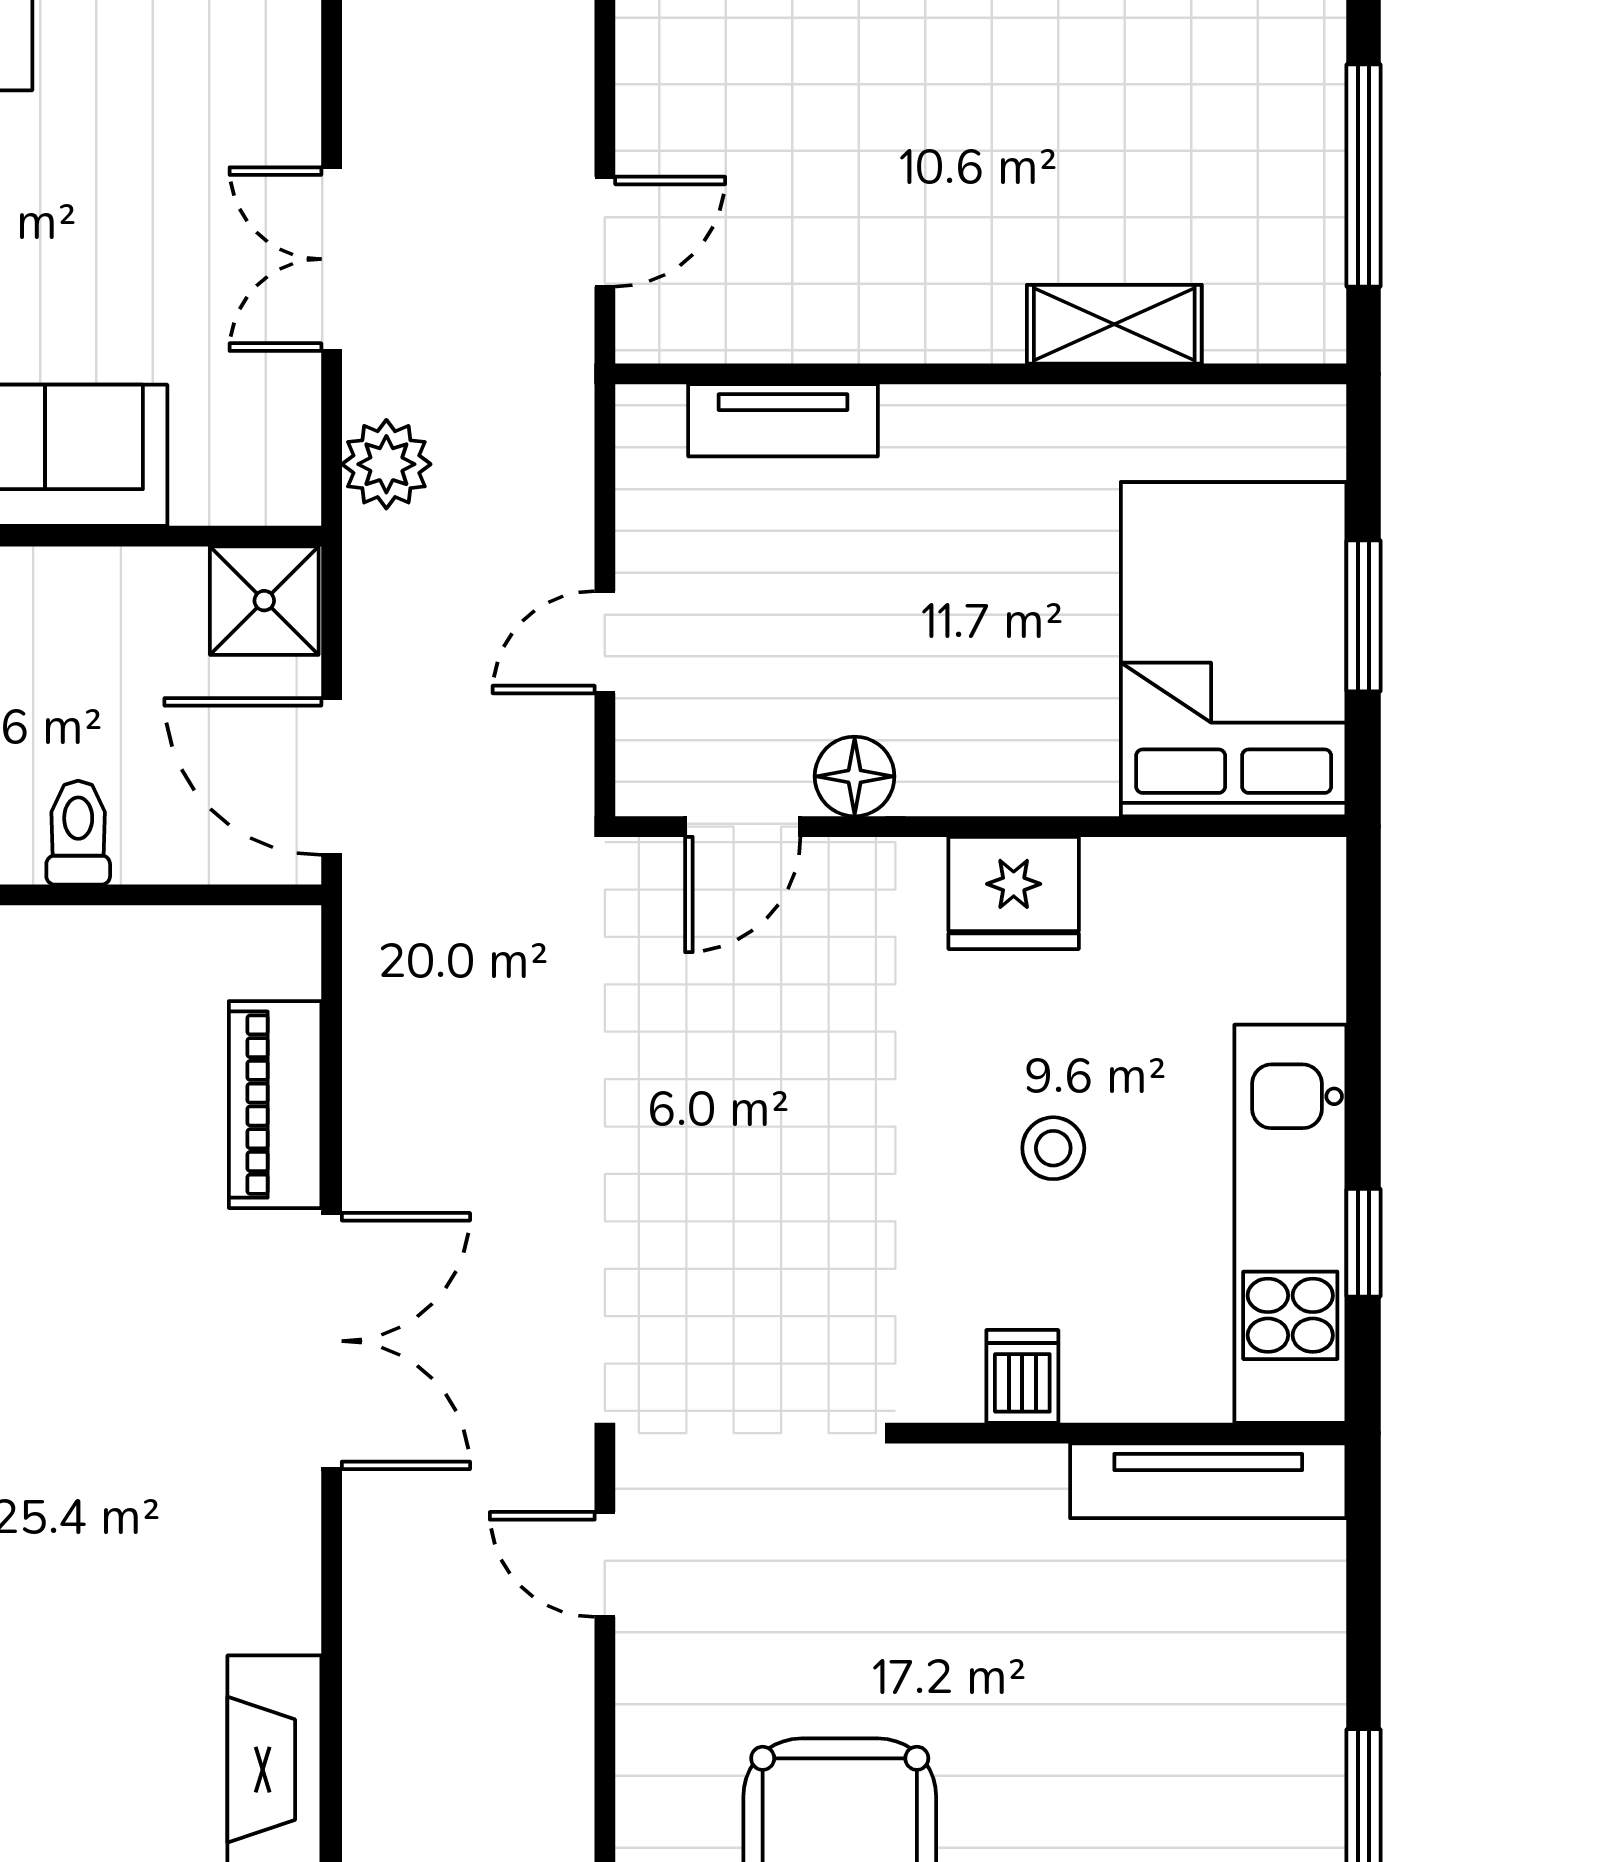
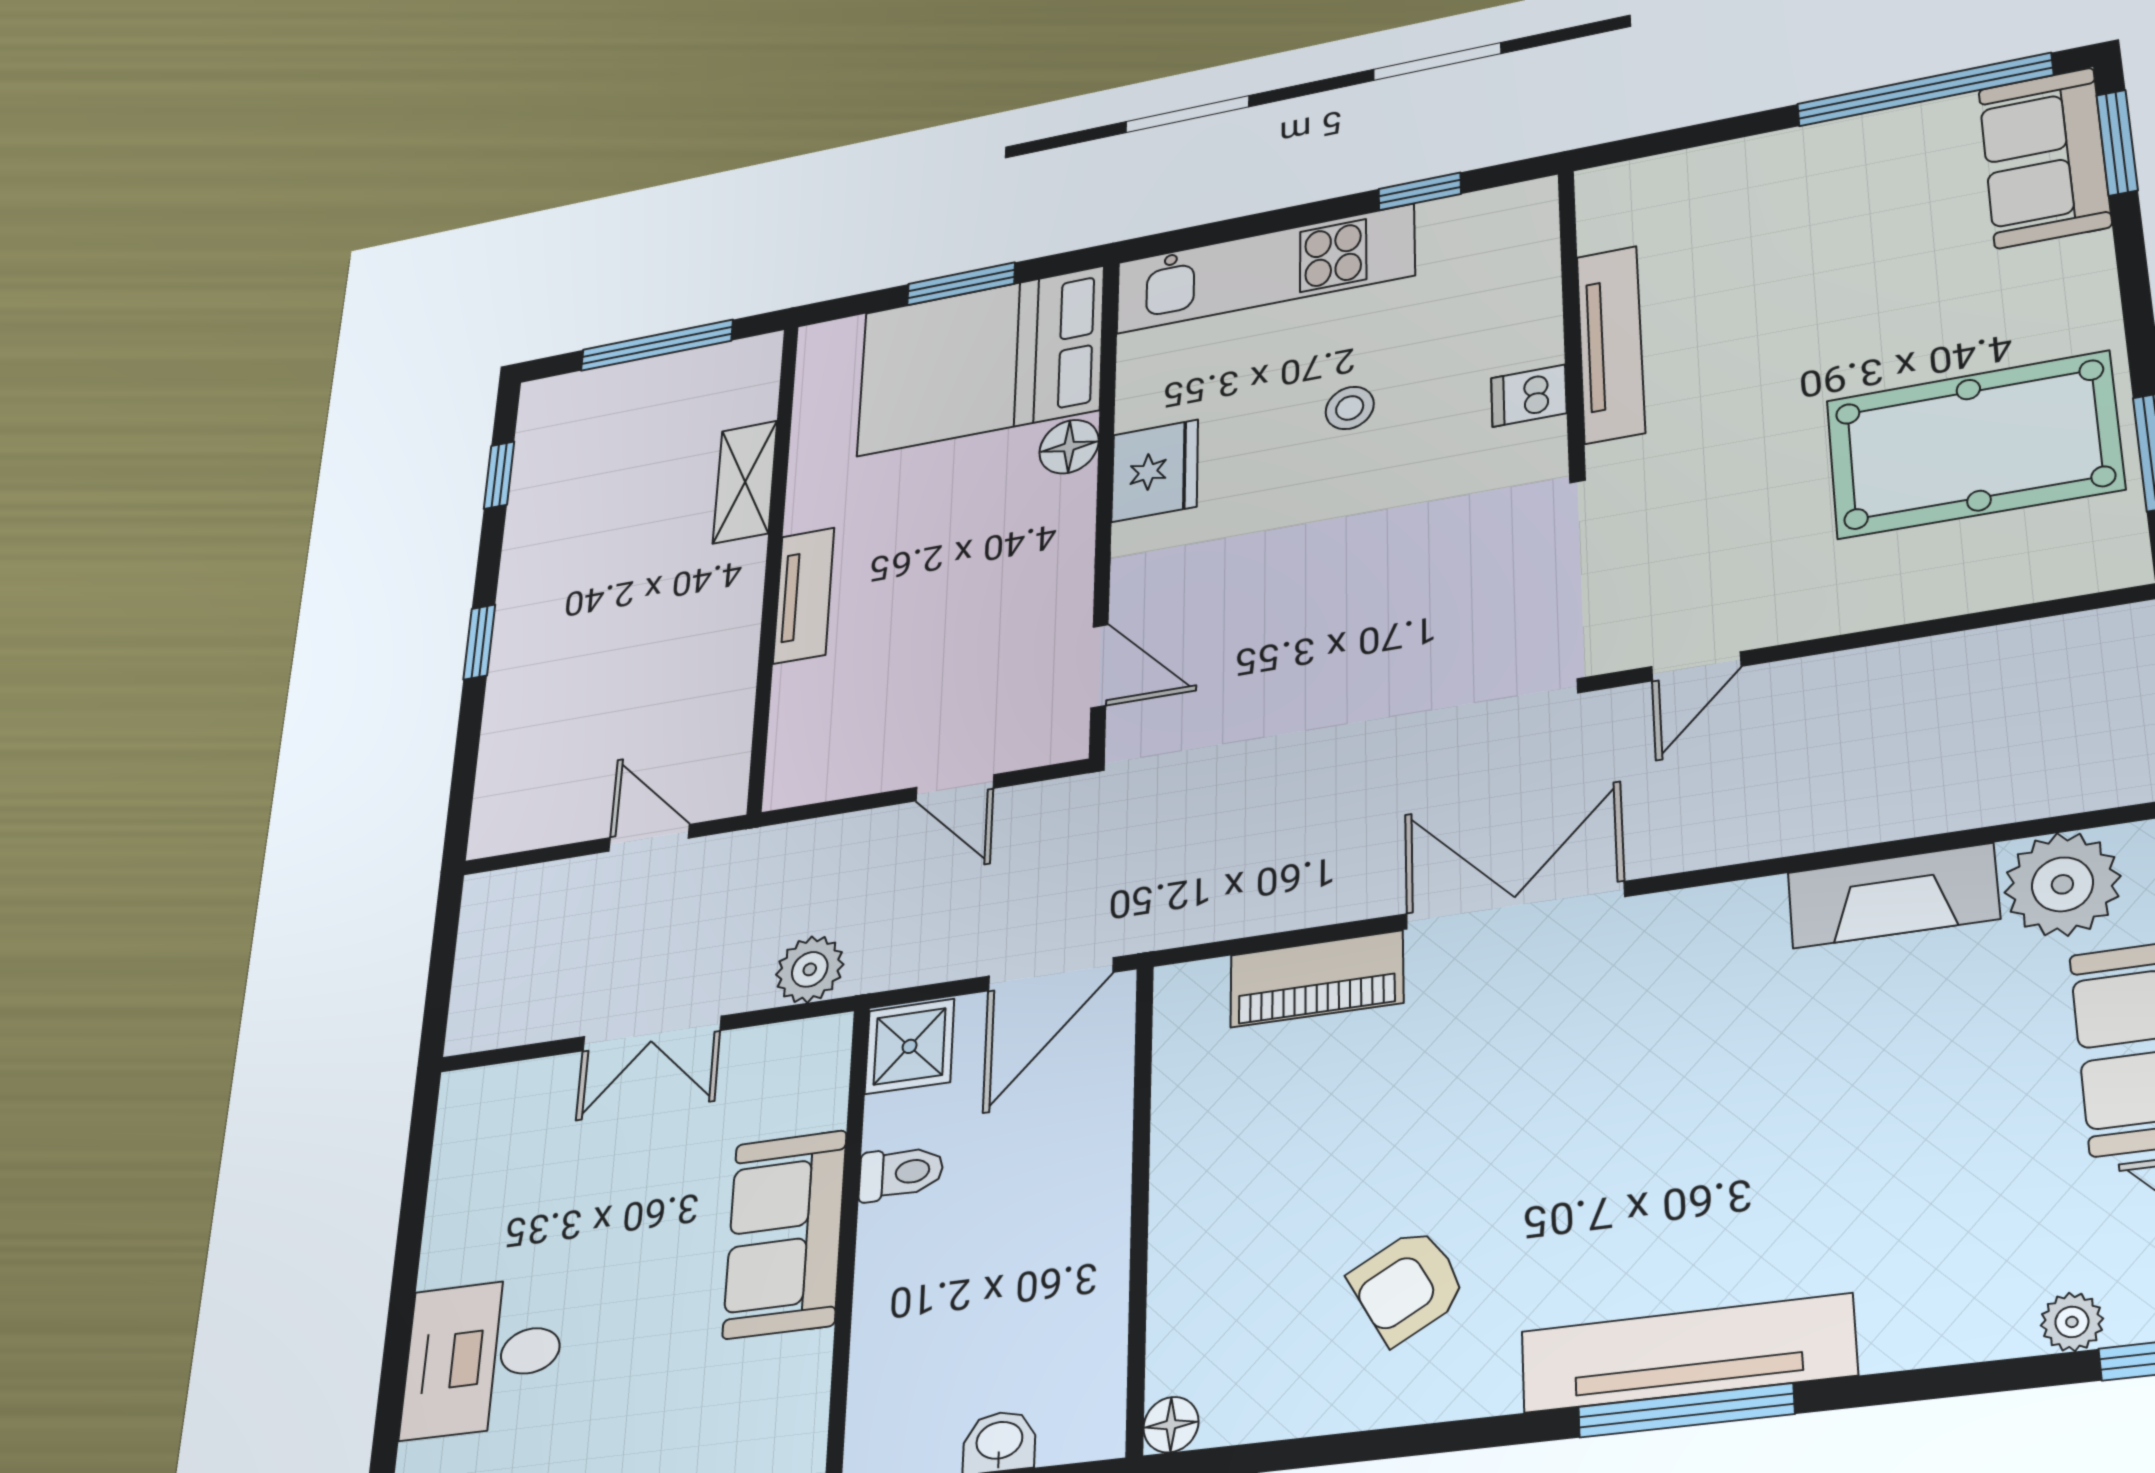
tv unit: (783, 420) -> (804, 595), moved
floor lamp: (855, 776) -> (1069, 447), moved
toilet: (78, 833) -> (901, 1173), moved, turned 180
kitchen unit: (1290, 1224) -> (1265, 269), moved
tv unit: (1208, 1481) -> (1611, 344), moved

